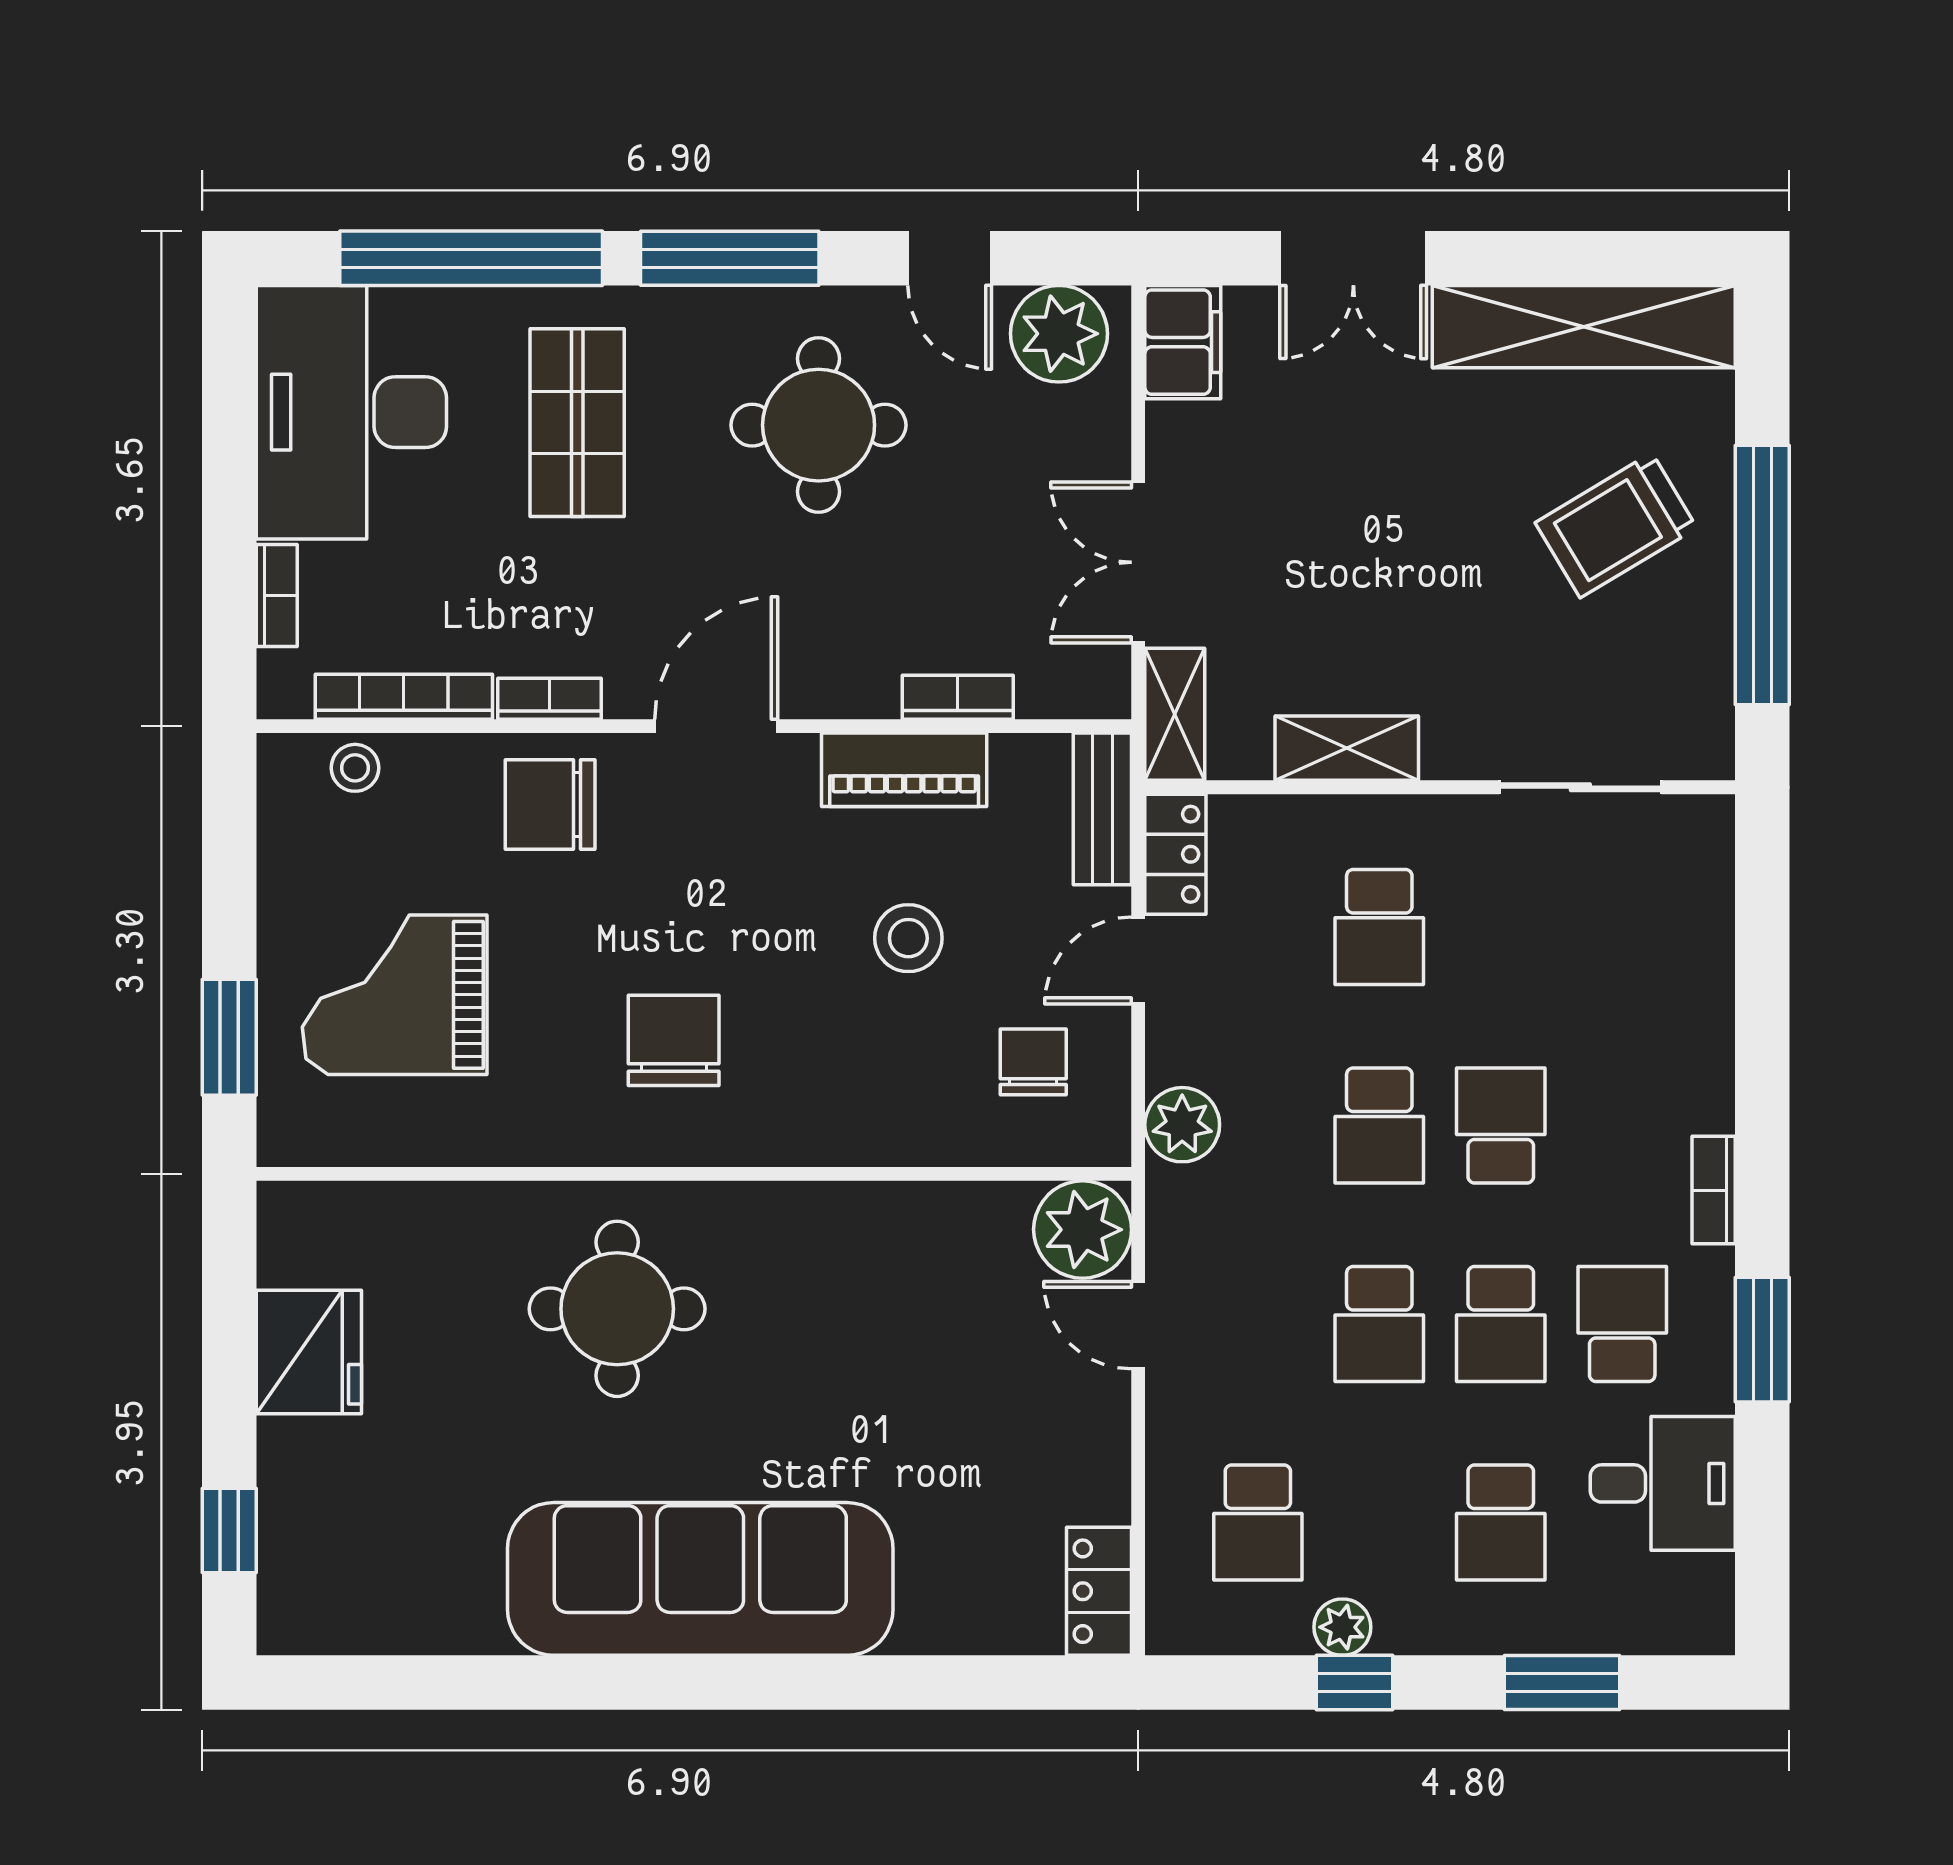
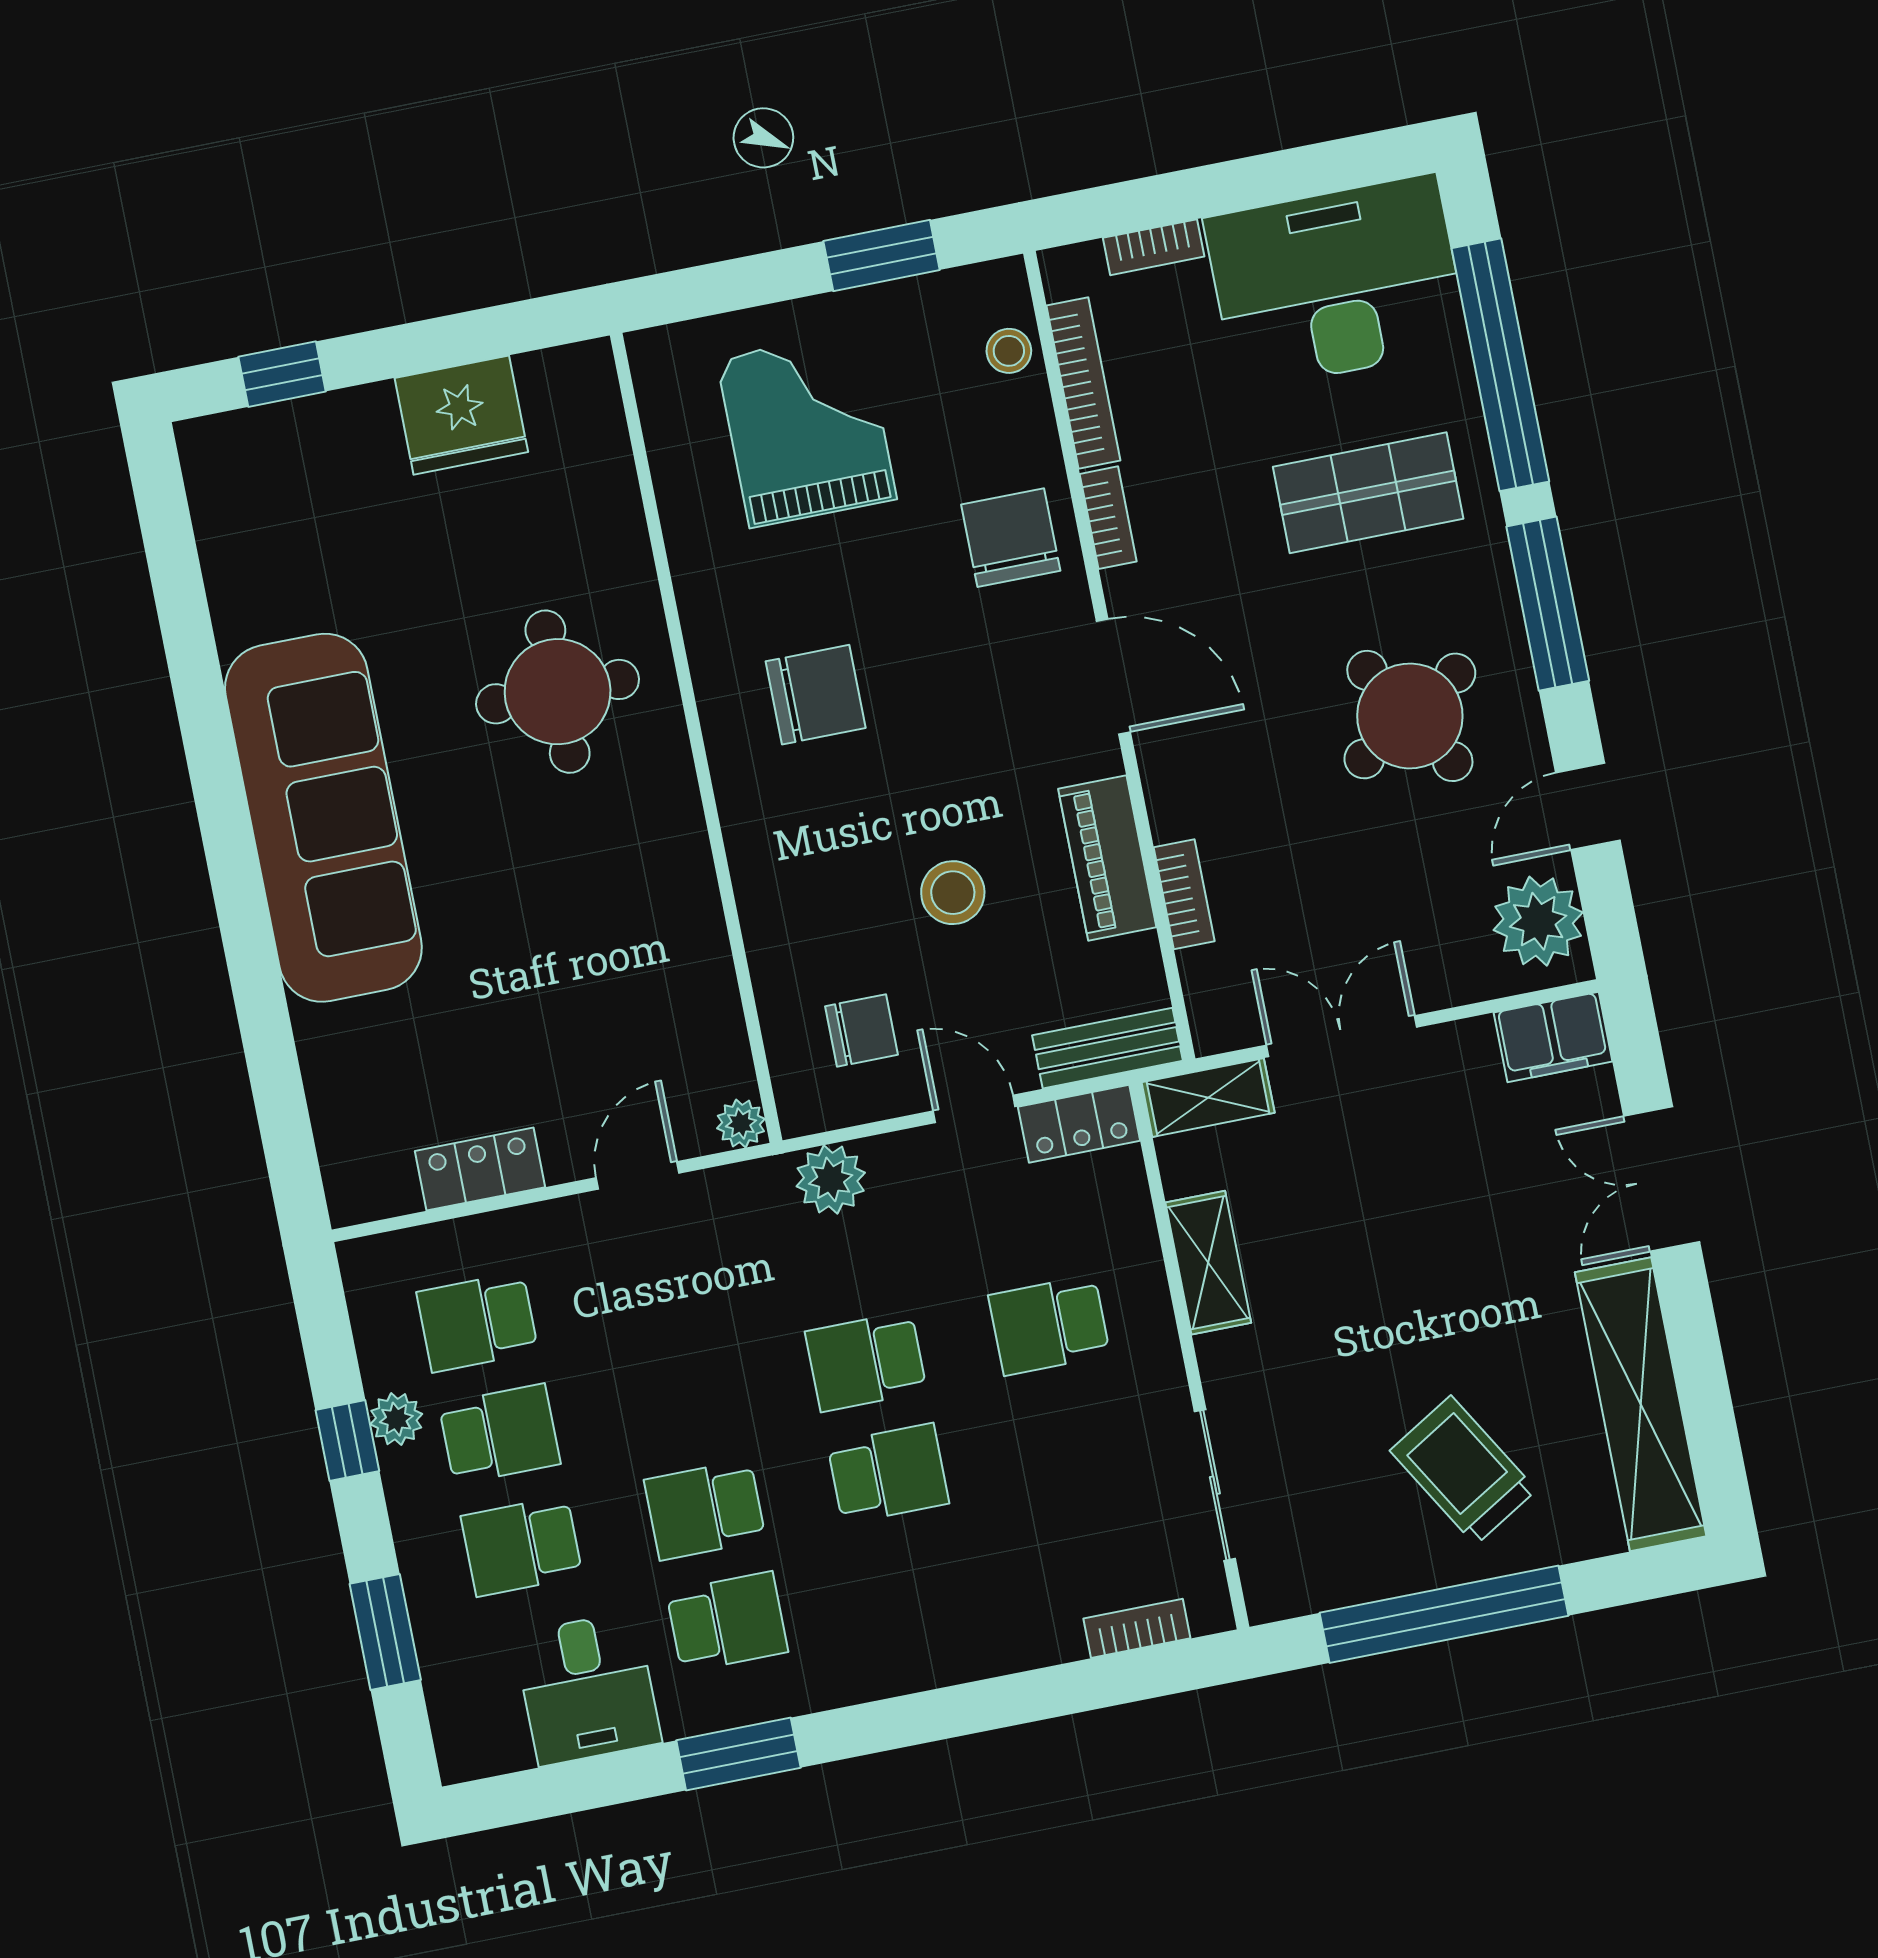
round table: (819, 425) -> (1410, 716), turned -32
window: (229, 1037) -> (882, 255), moved
bookcase: (1714, 1190) -> (1137, 1628), moved
plant: (1083, 1230) -> (741, 1124), width x0.53, depth x0.53
school desk: (1379, 1324) -> (500, 1434), moved, turned 180
locker: (1099, 1591) -> (480, 1169), moved

